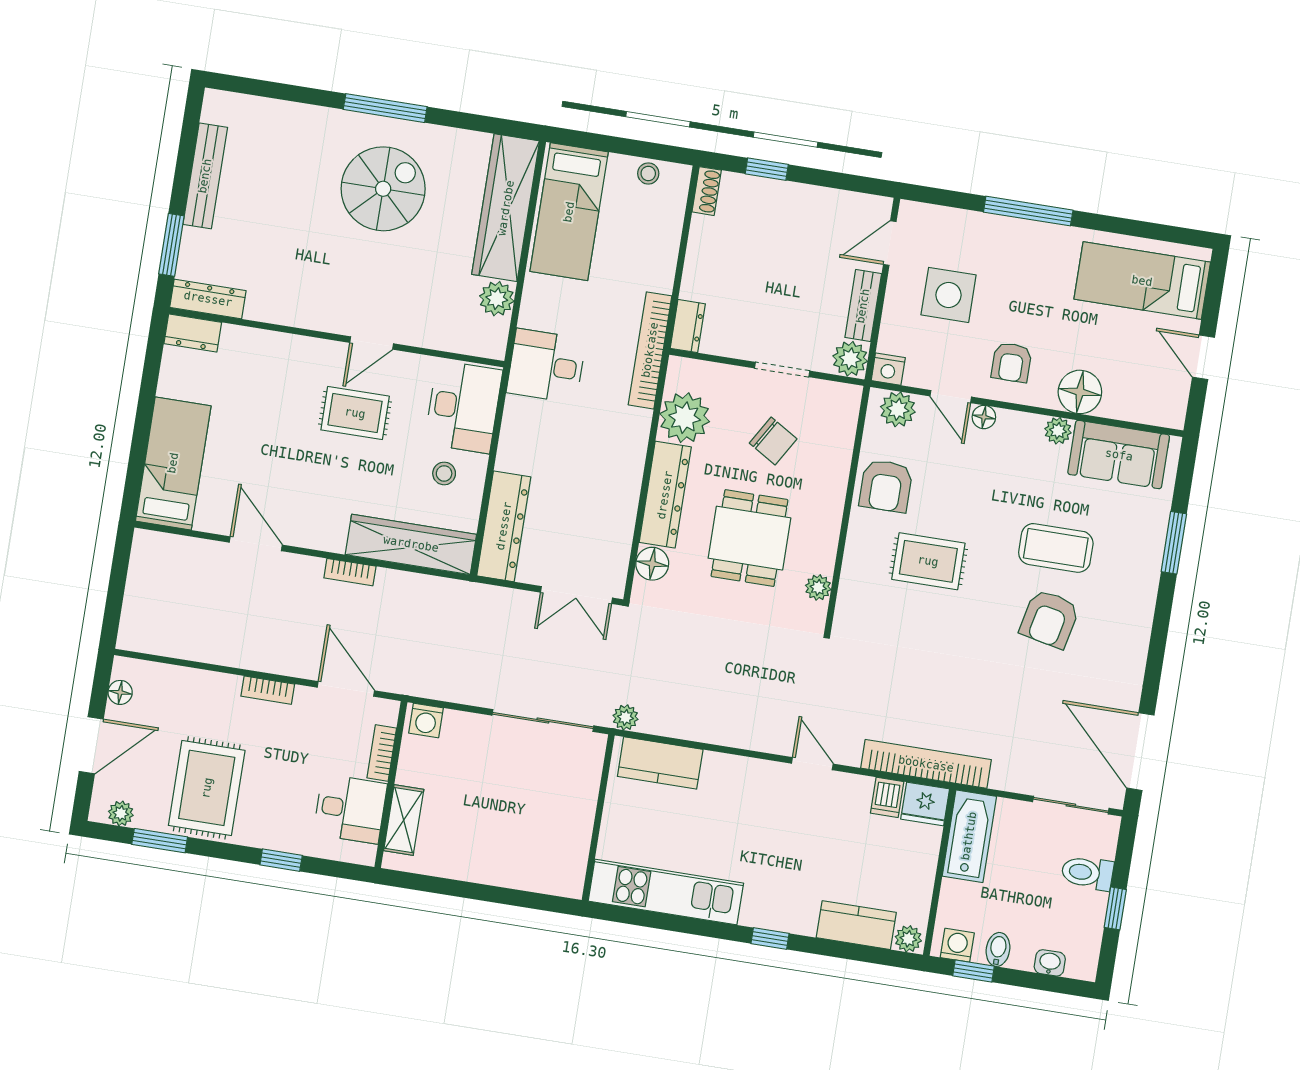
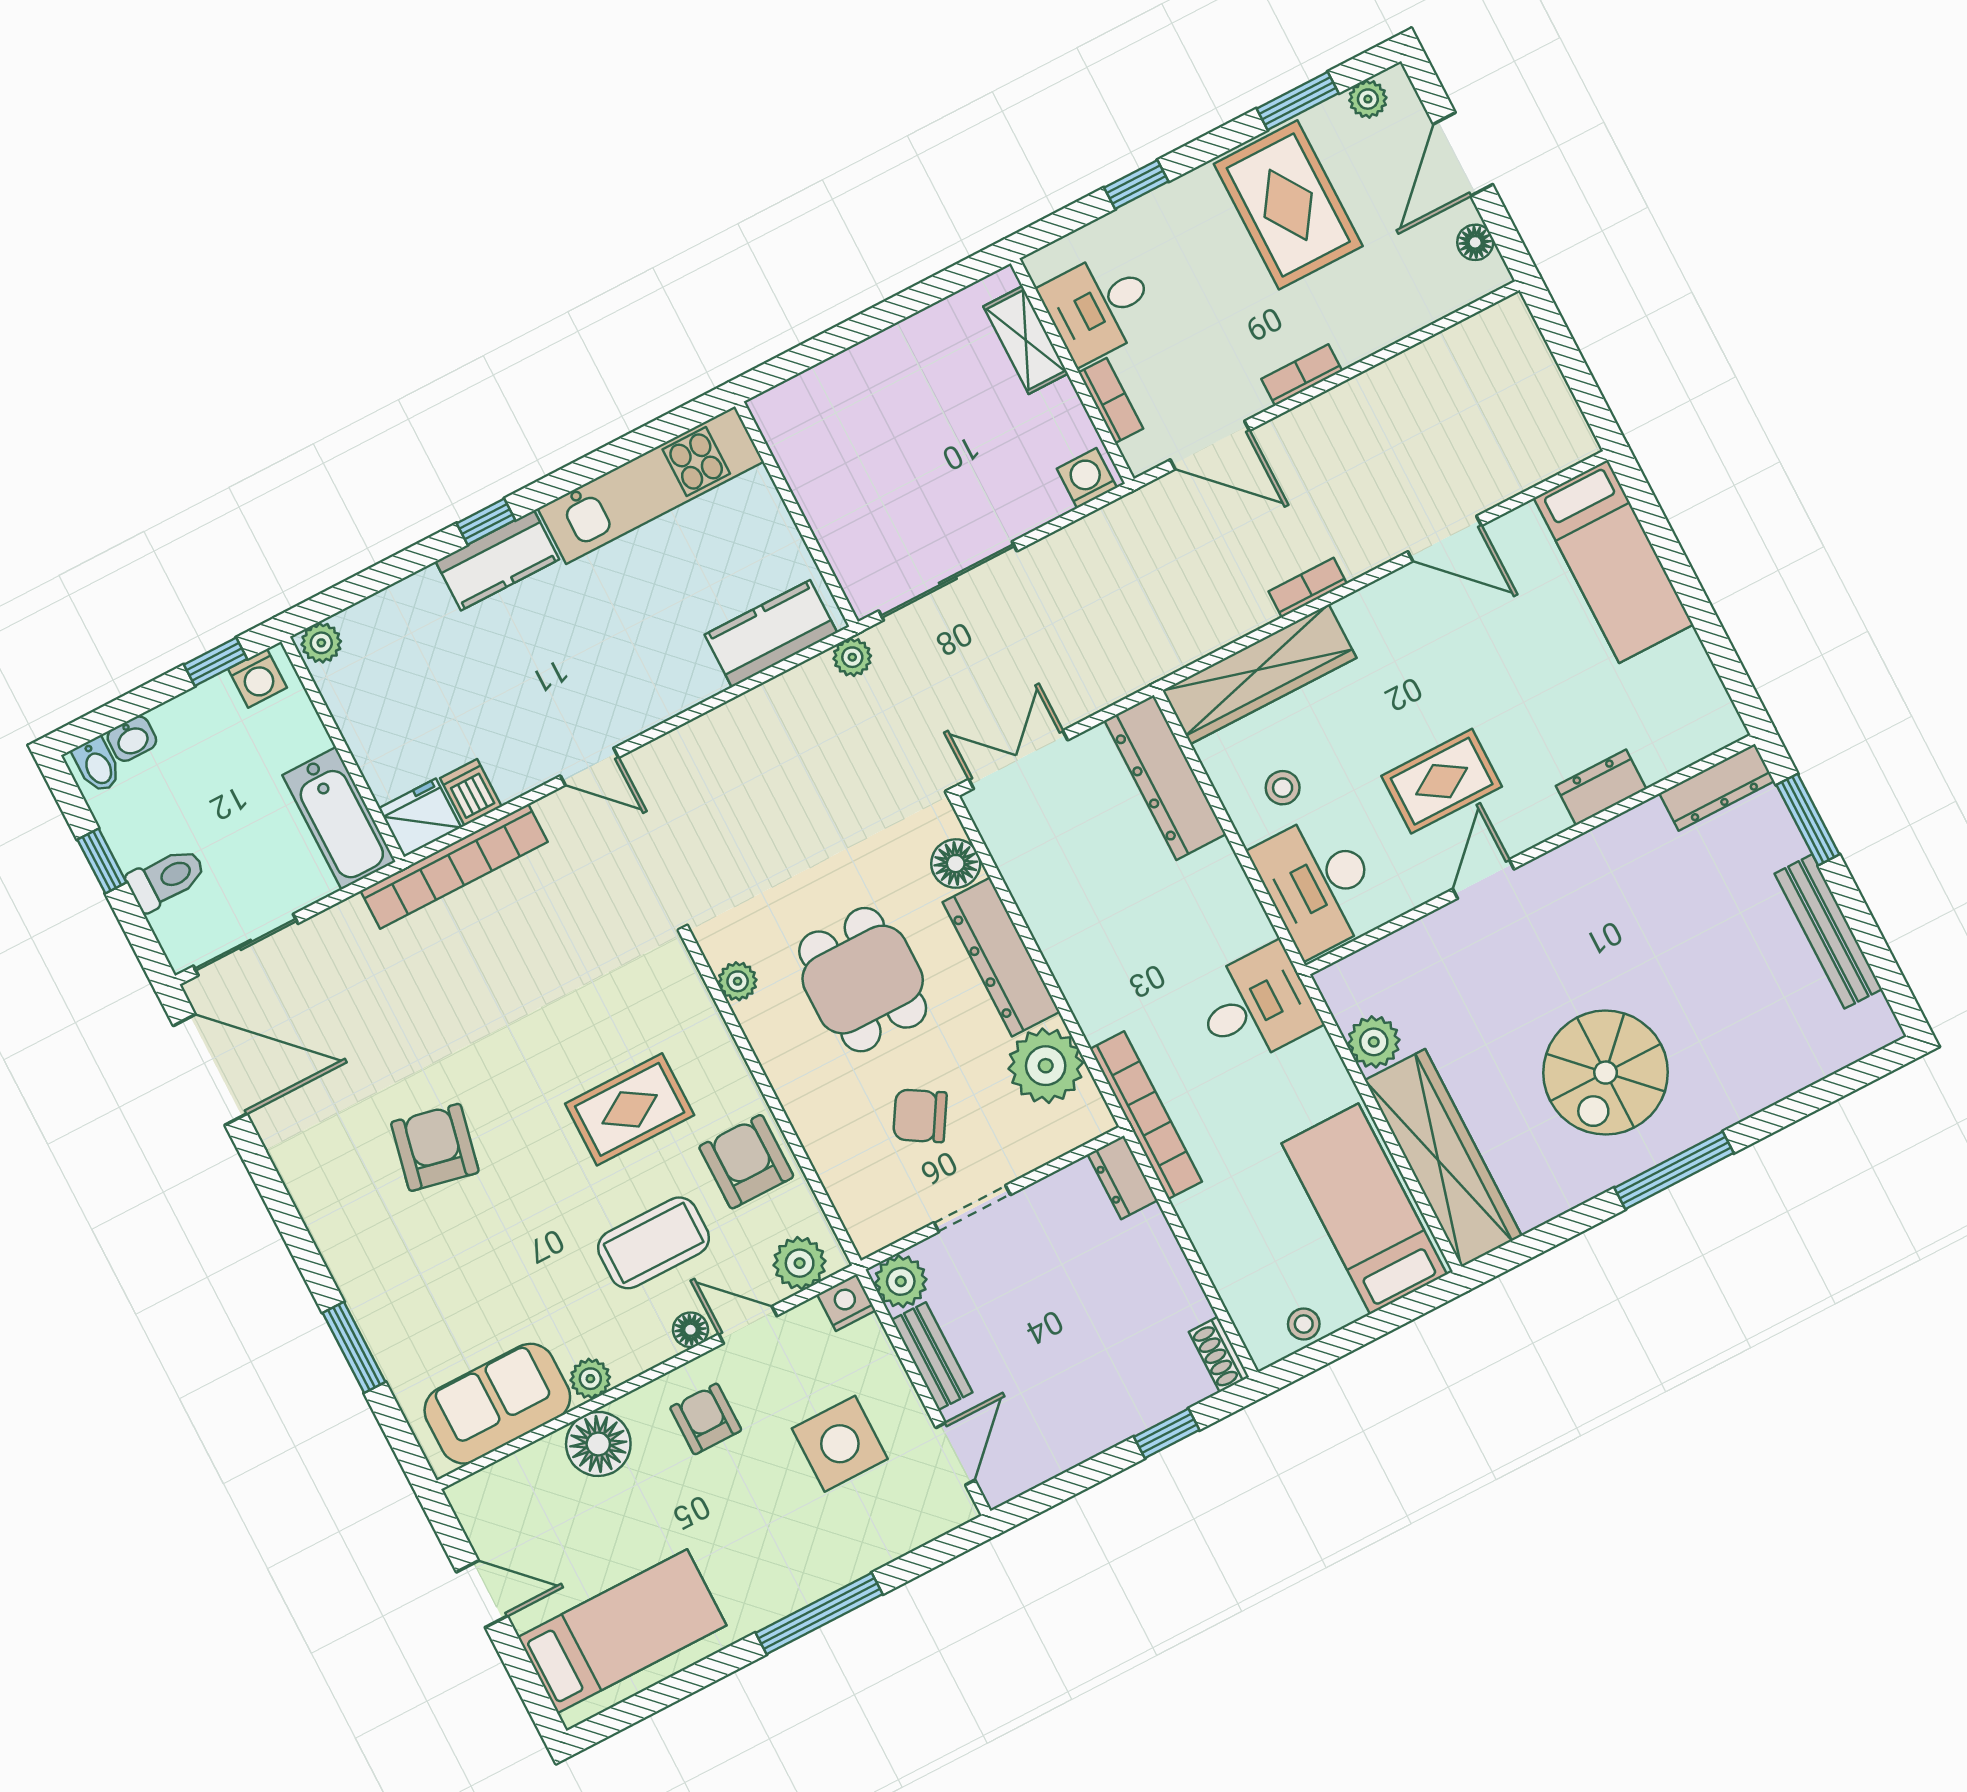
dresser: (193, 333) -> (1601, 787), moved
coffee table: (1056, 548) -> (653, 1243), moved
kitchen counter: (856, 925) -> (497, 560), moved
bidet: (998, 949) -> (97, 765), moved

